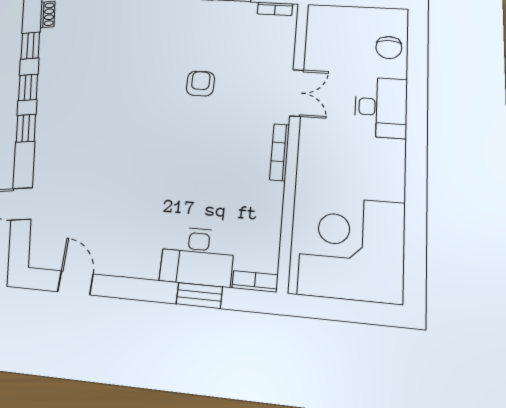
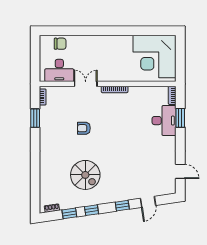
spiral stairs: (102, 80) -> (85, 175), added
desk: (381, 107) -> (59, 70), moved, turned 180
window: (26, 128) -> (122, 206), moved
door: (75, 283) -> (180, 171), swing flipped

